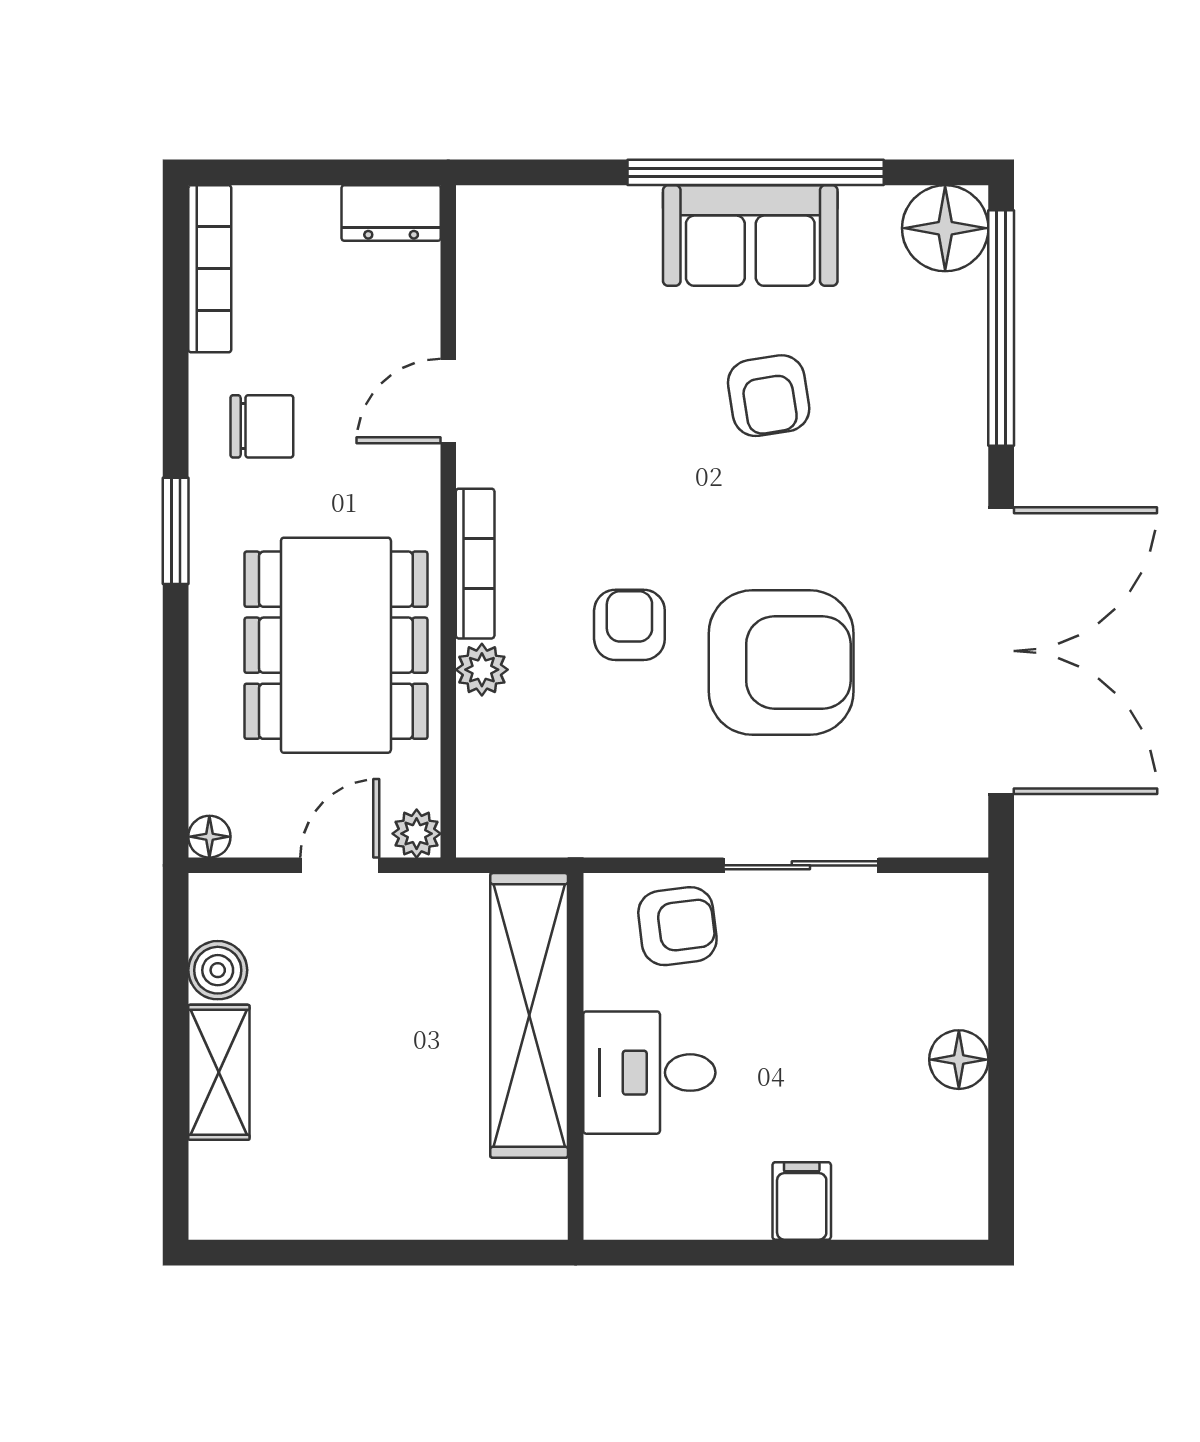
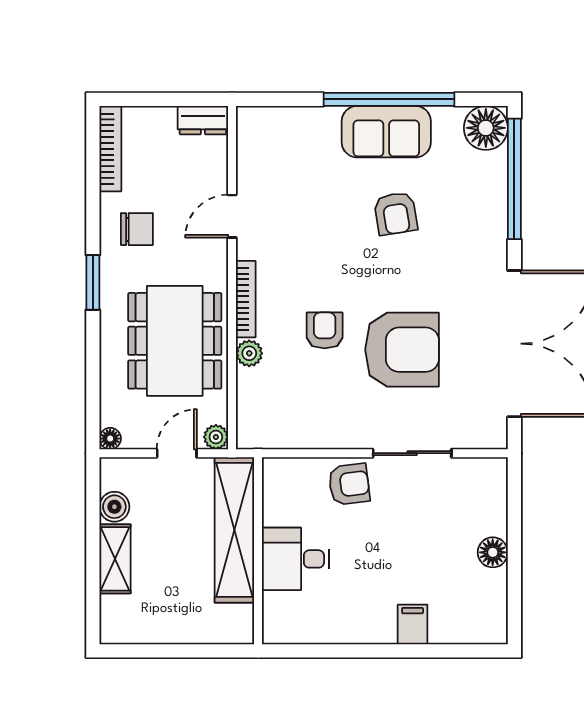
shelving: (529, 1015) -> (234, 530), moved
wall: (576, 1056) -> (258, 551), moved
desk: (649, 1073) -> (296, 559), moved

